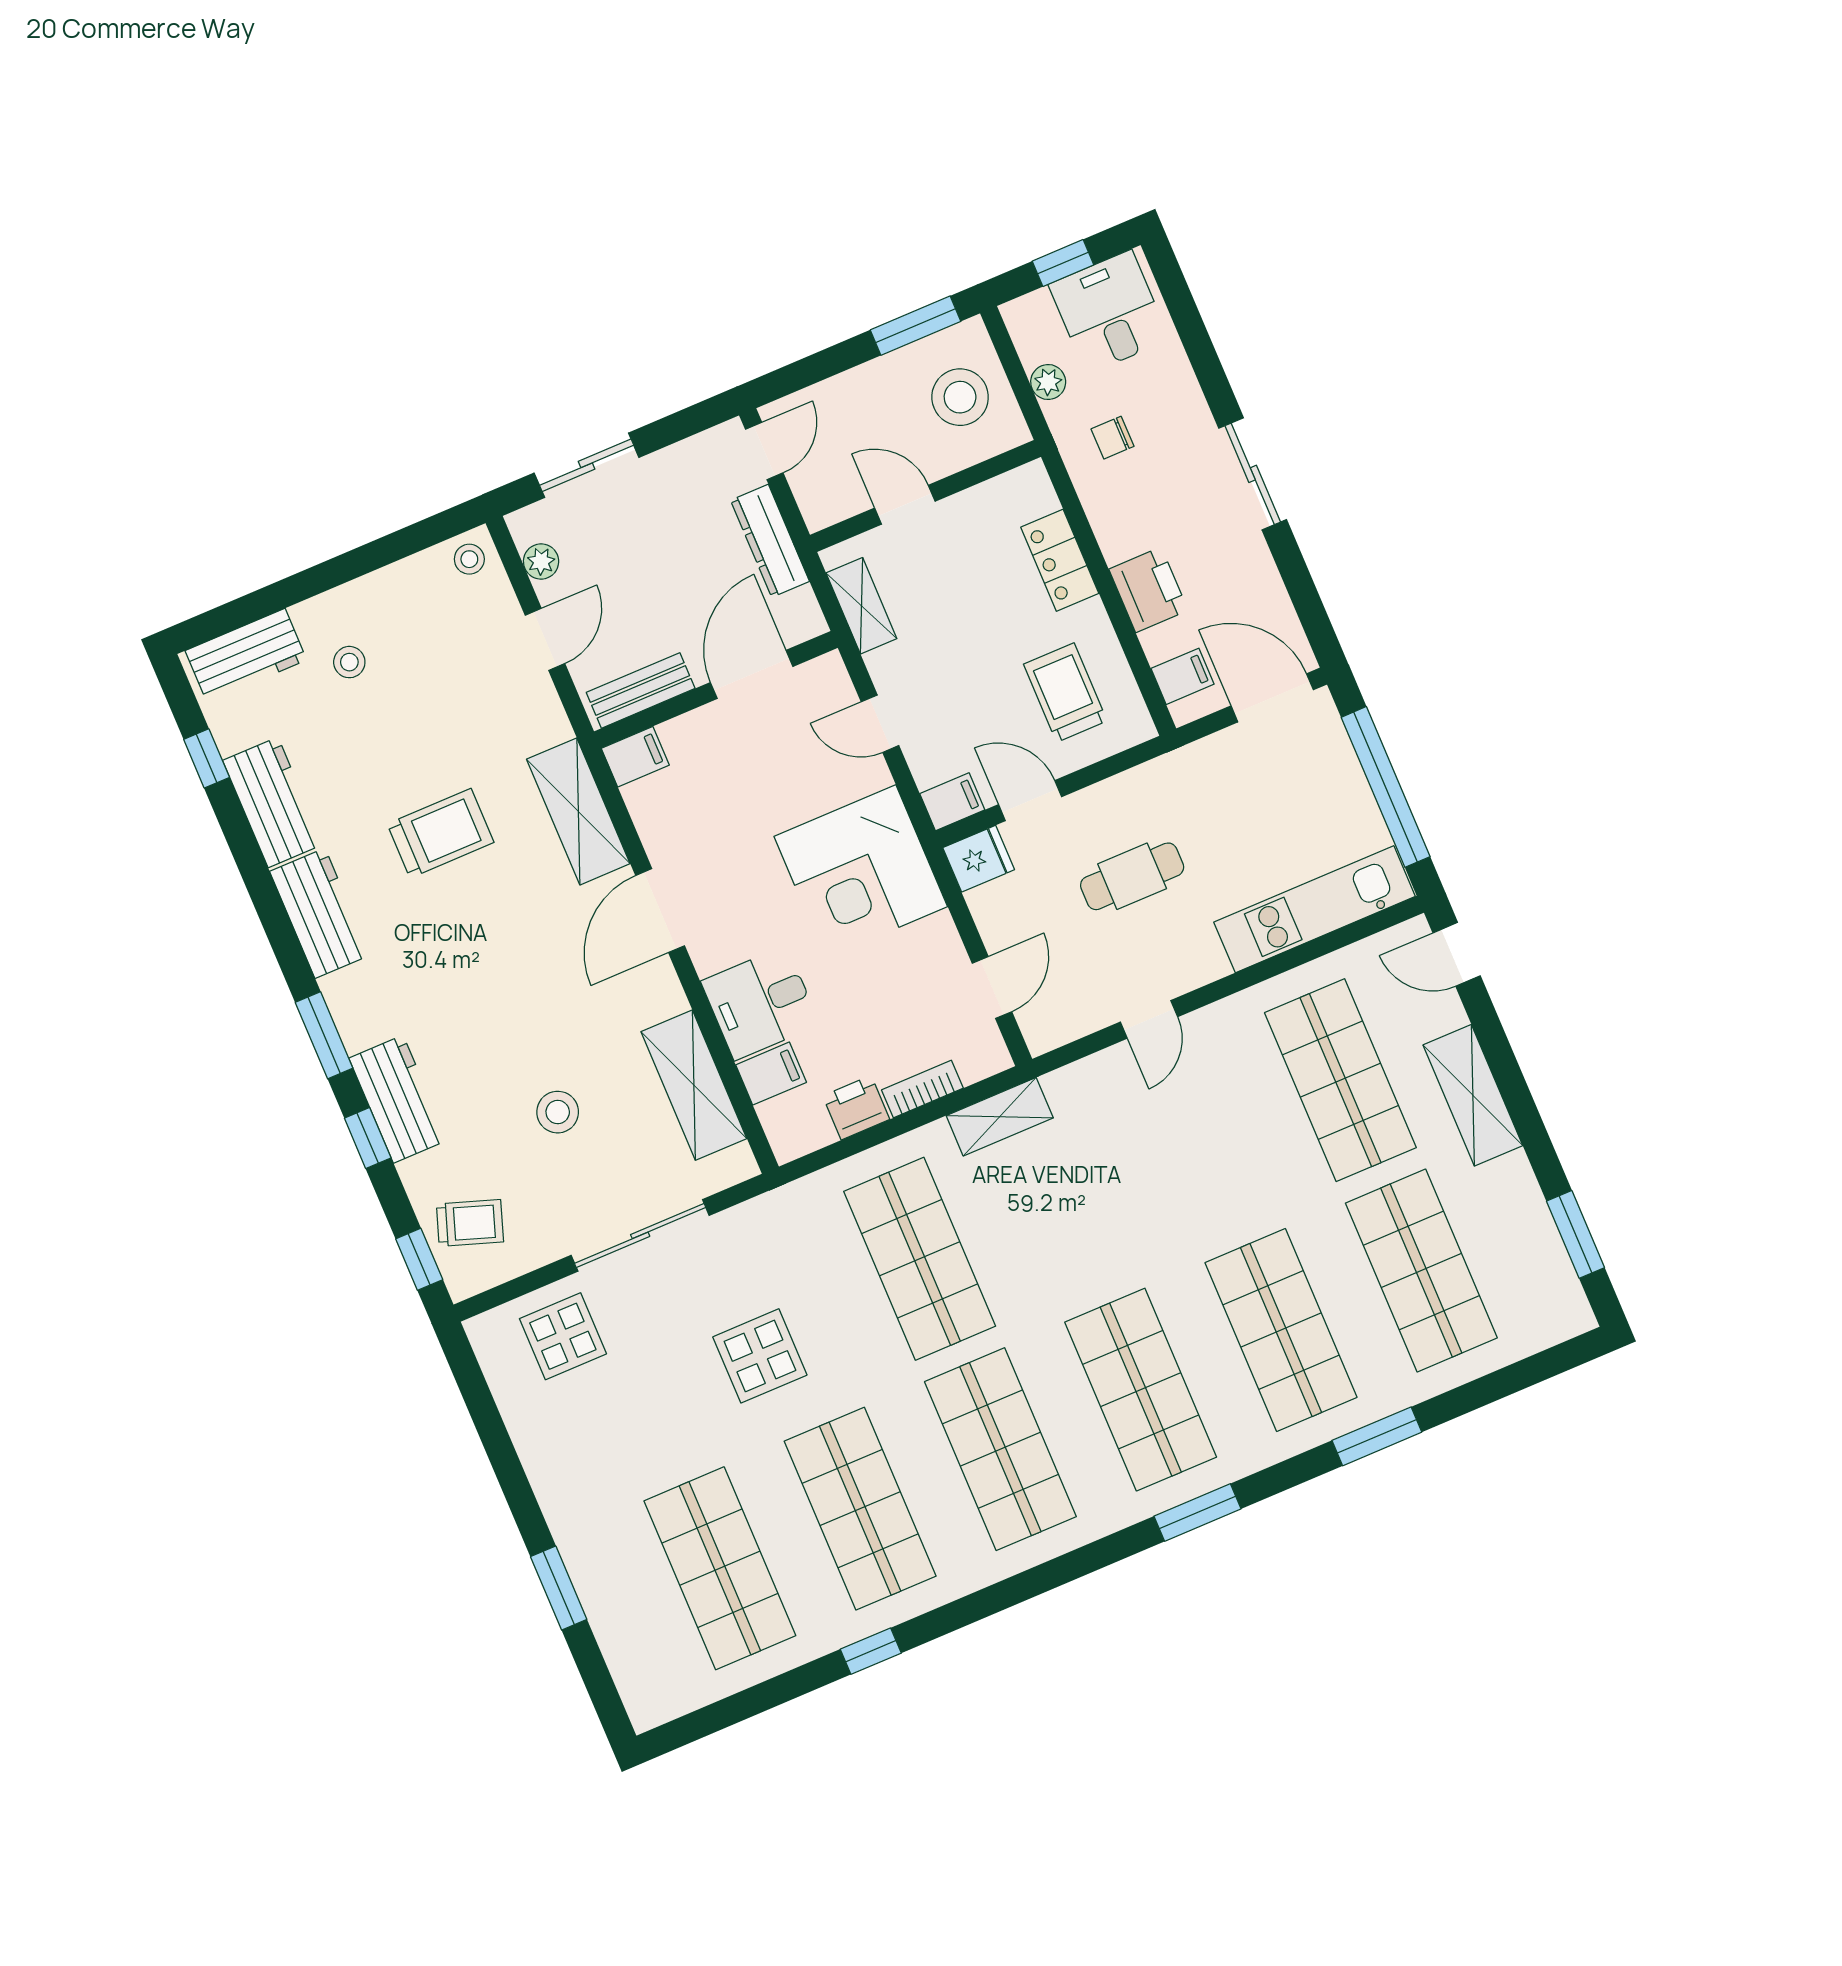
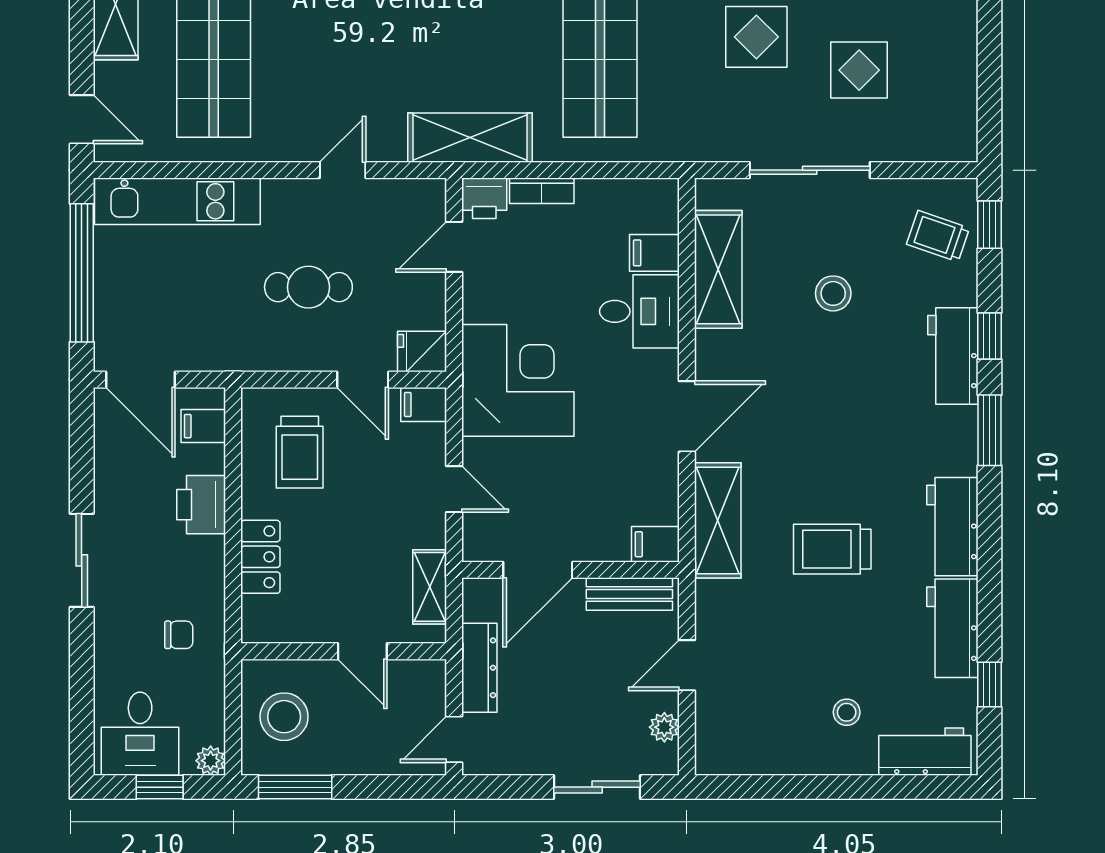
plant: (1048, 382) -> (211, 761), moved
stool: (469, 559) -> (719, 753), removed
printer: (856, 1108) -> (484, 198), moved
shelving: (1000, 1117) -> (470, 138), width x1.50, depth x1.33
display table: (563, 1336) -> (859, 70), moved

